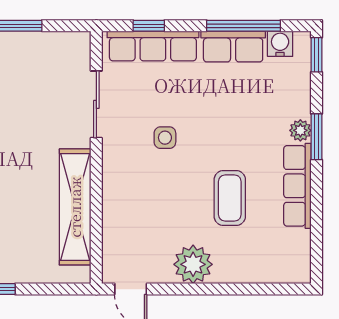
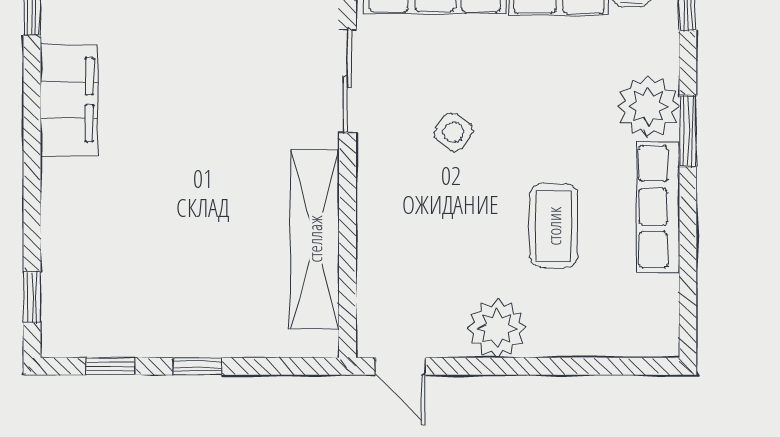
plant: (300, 130) -> (648, 106), width x1.88, depth x1.88
side table: (165, 138) -> (453, 132), turned 36

